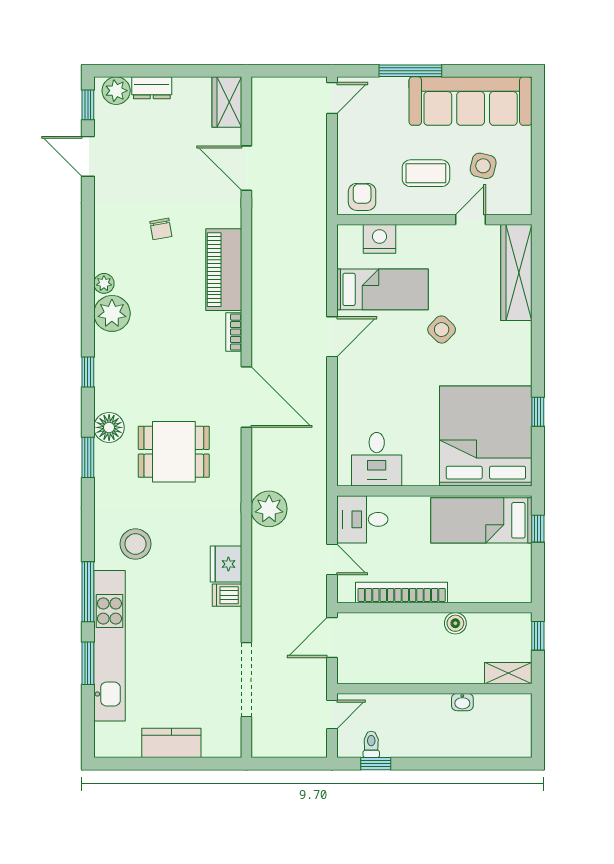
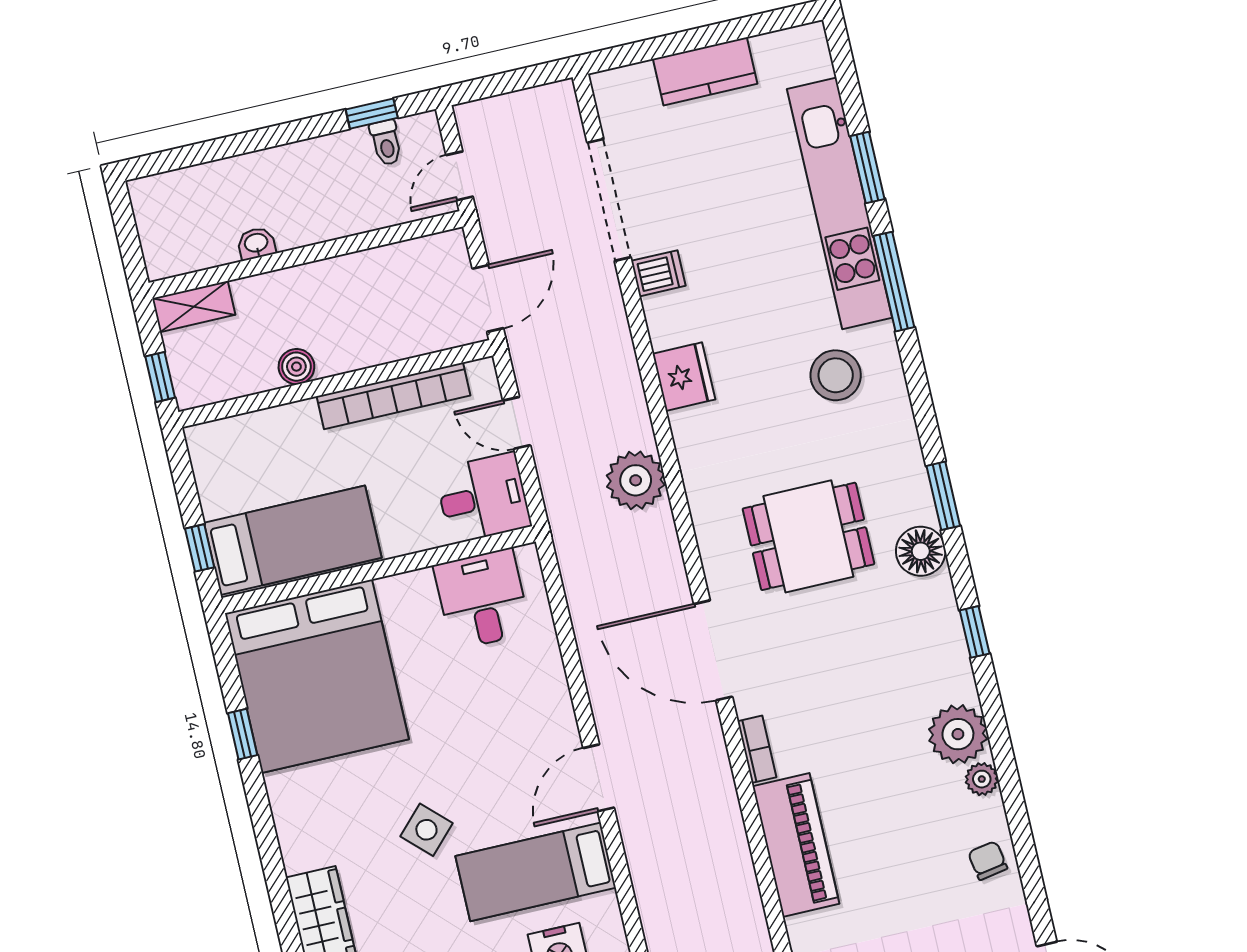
chair: (161, 229) -> (988, 861), moved
dishwasher: (227, 595) -> (658, 273), moved

